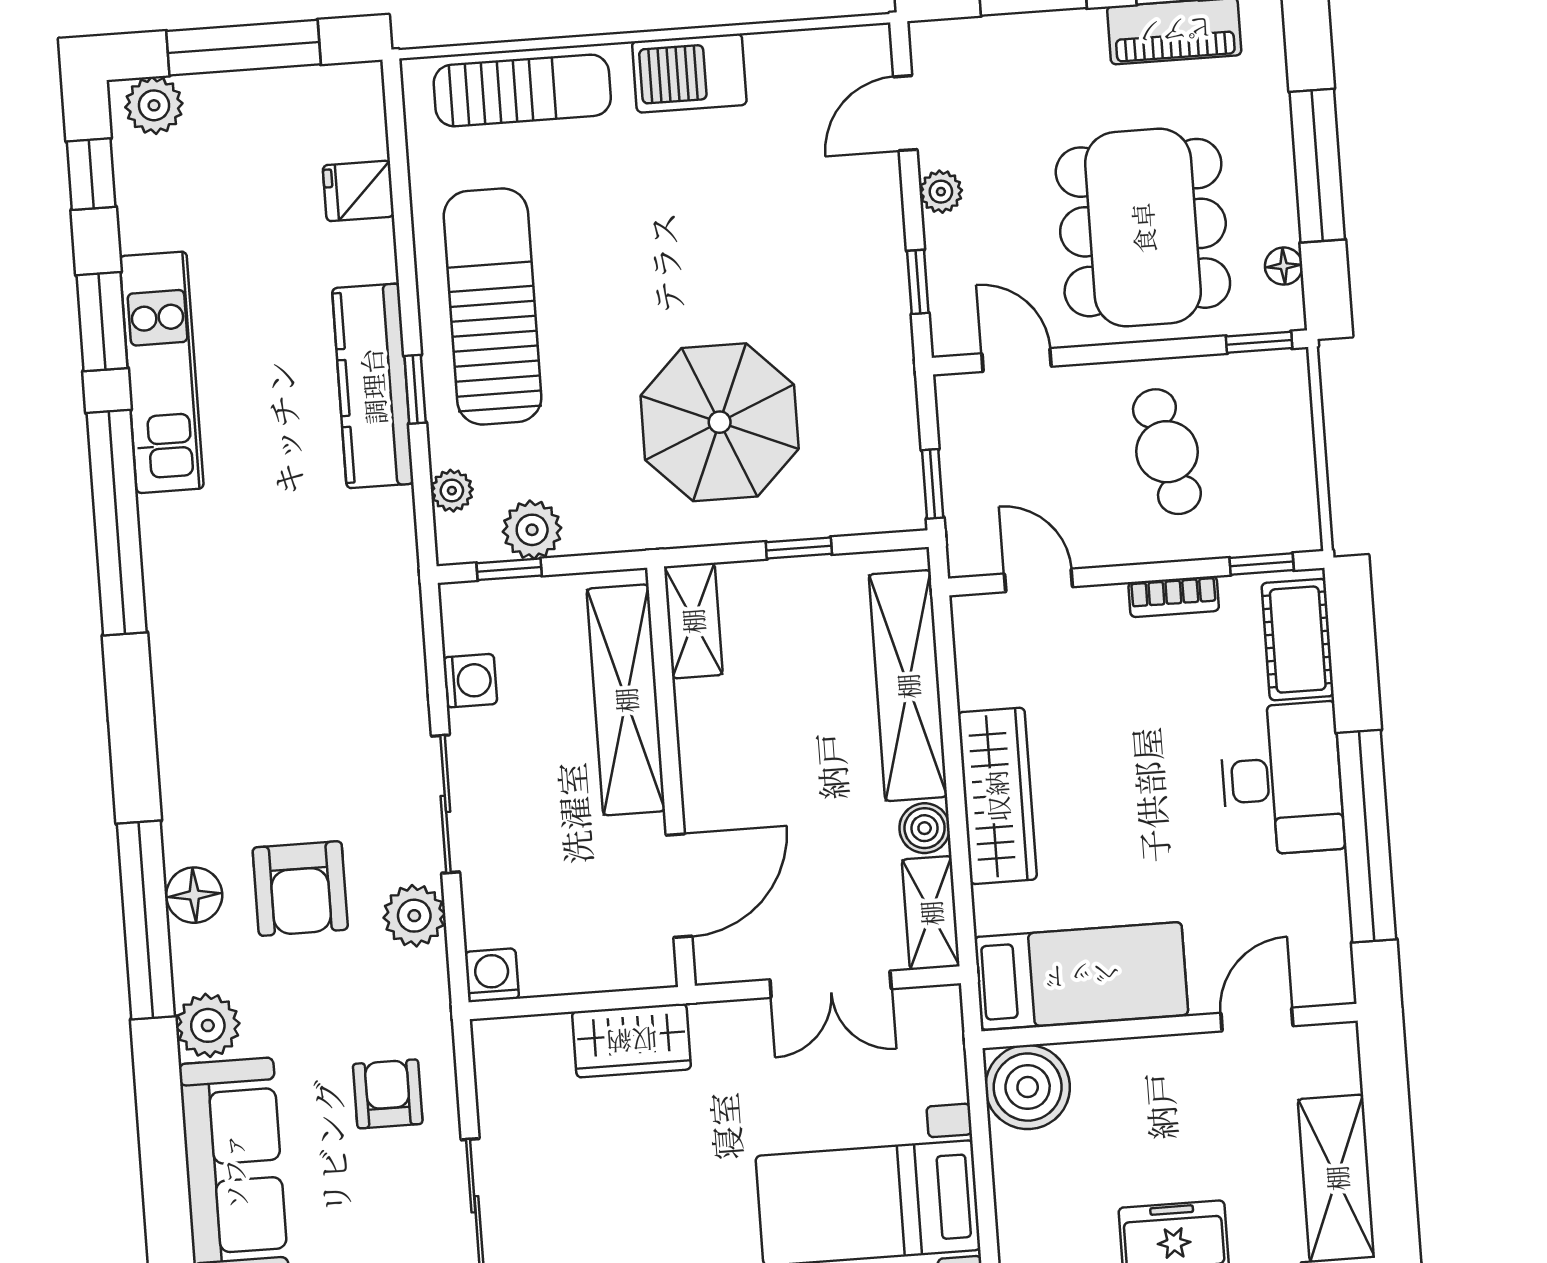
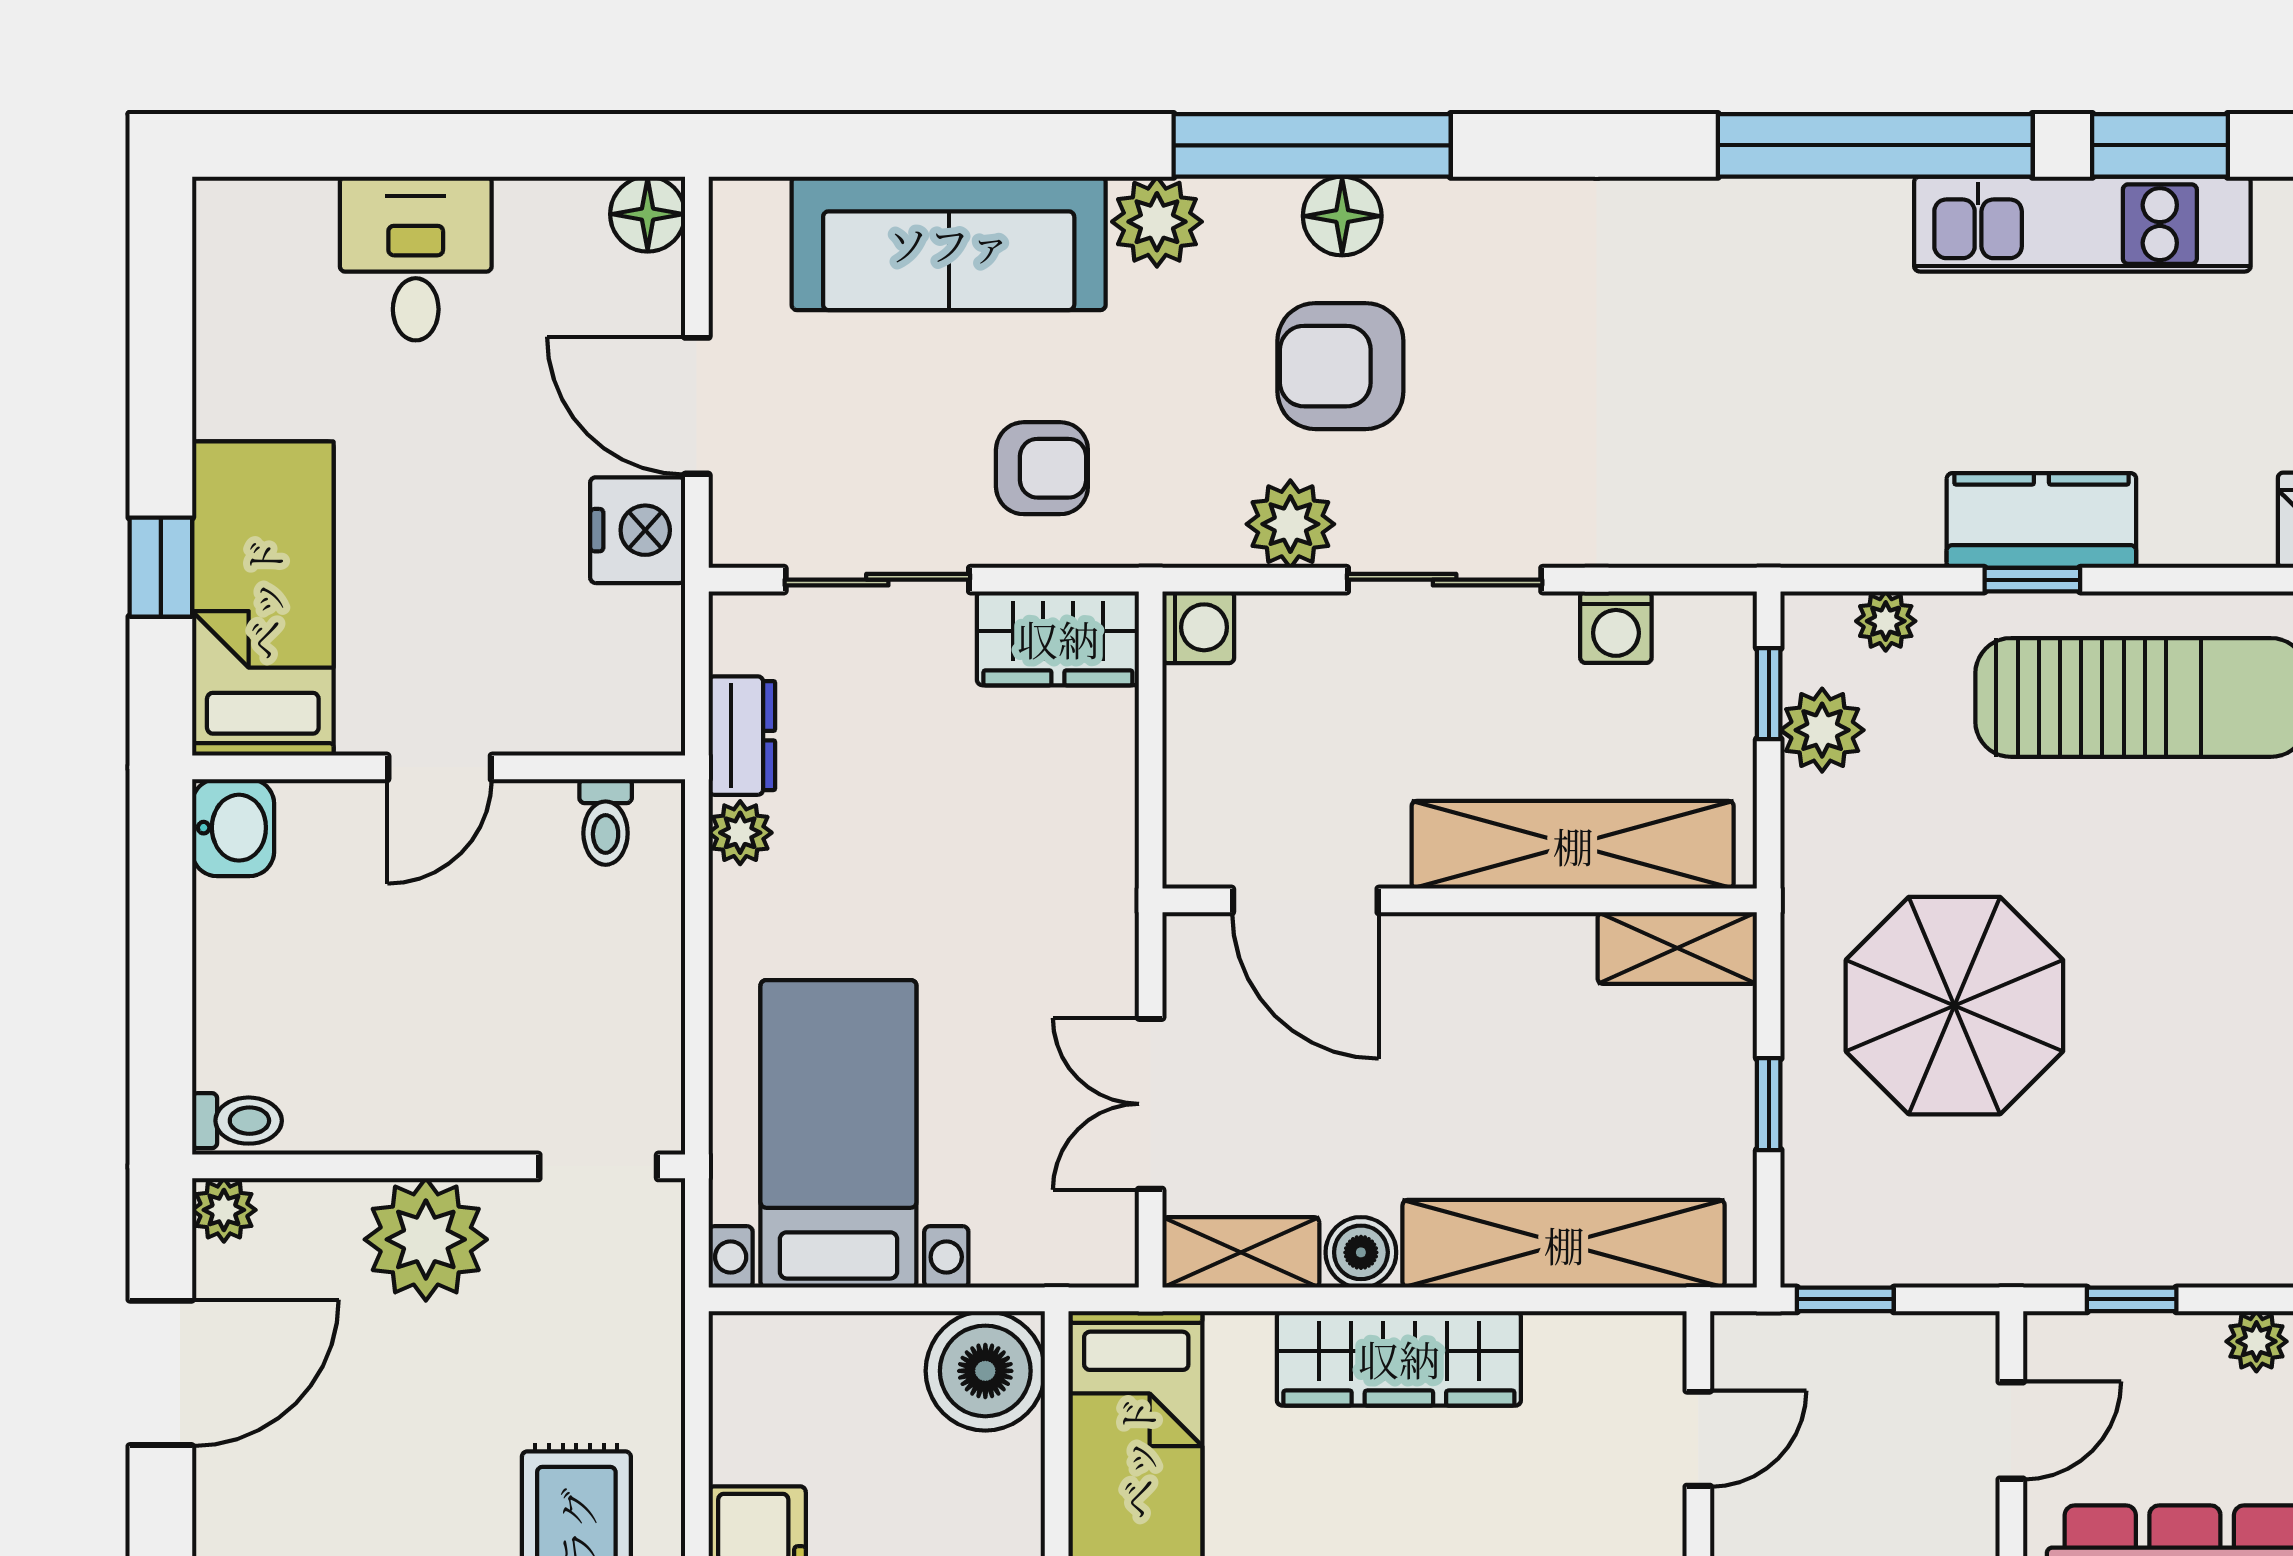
kitchen counter: (373, 386) -> (2041, 521), width x0.67
wardrobe: (632, 1041) -> (1058, 638), moved, turned -90

